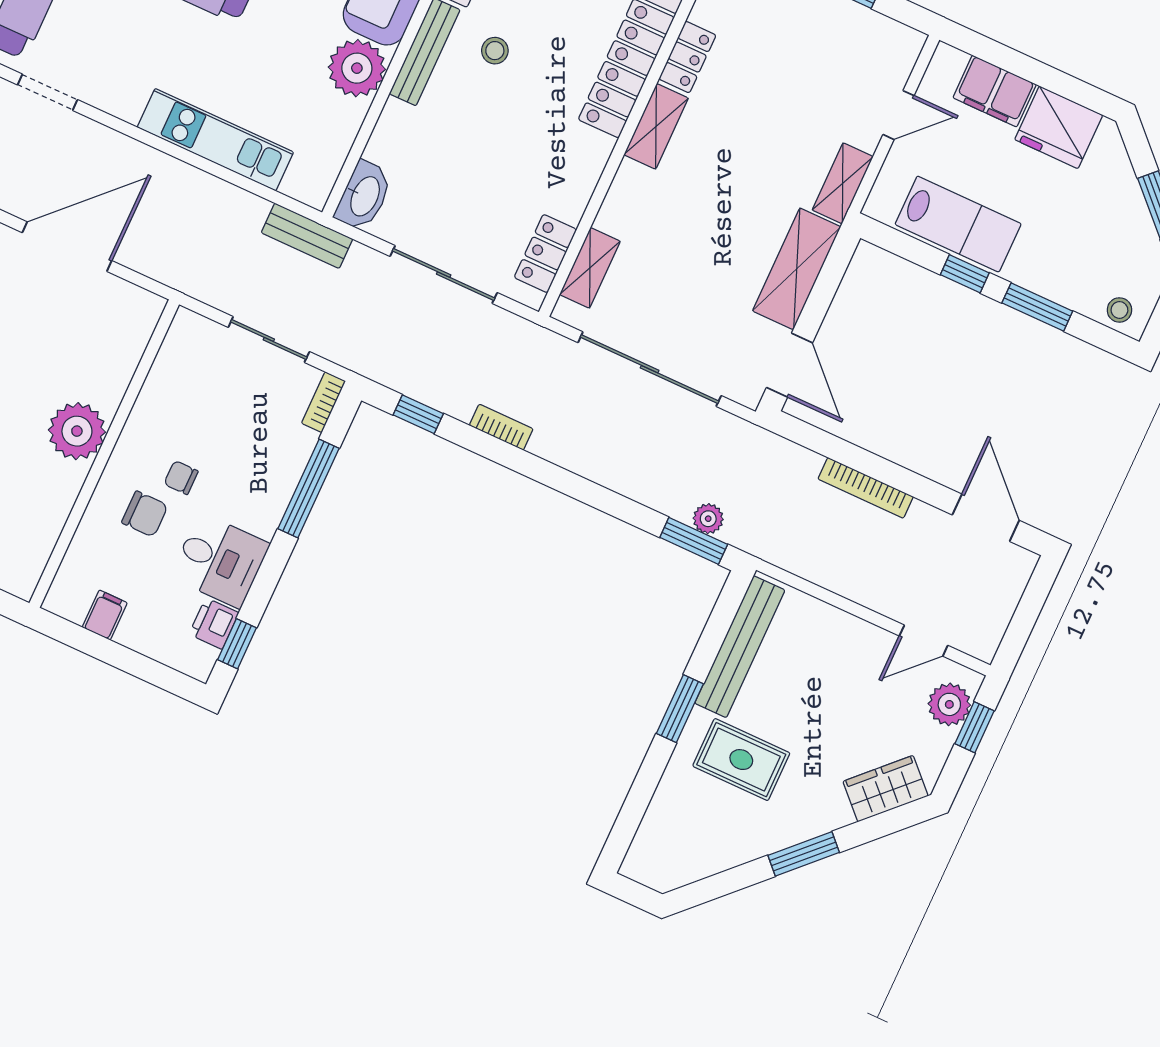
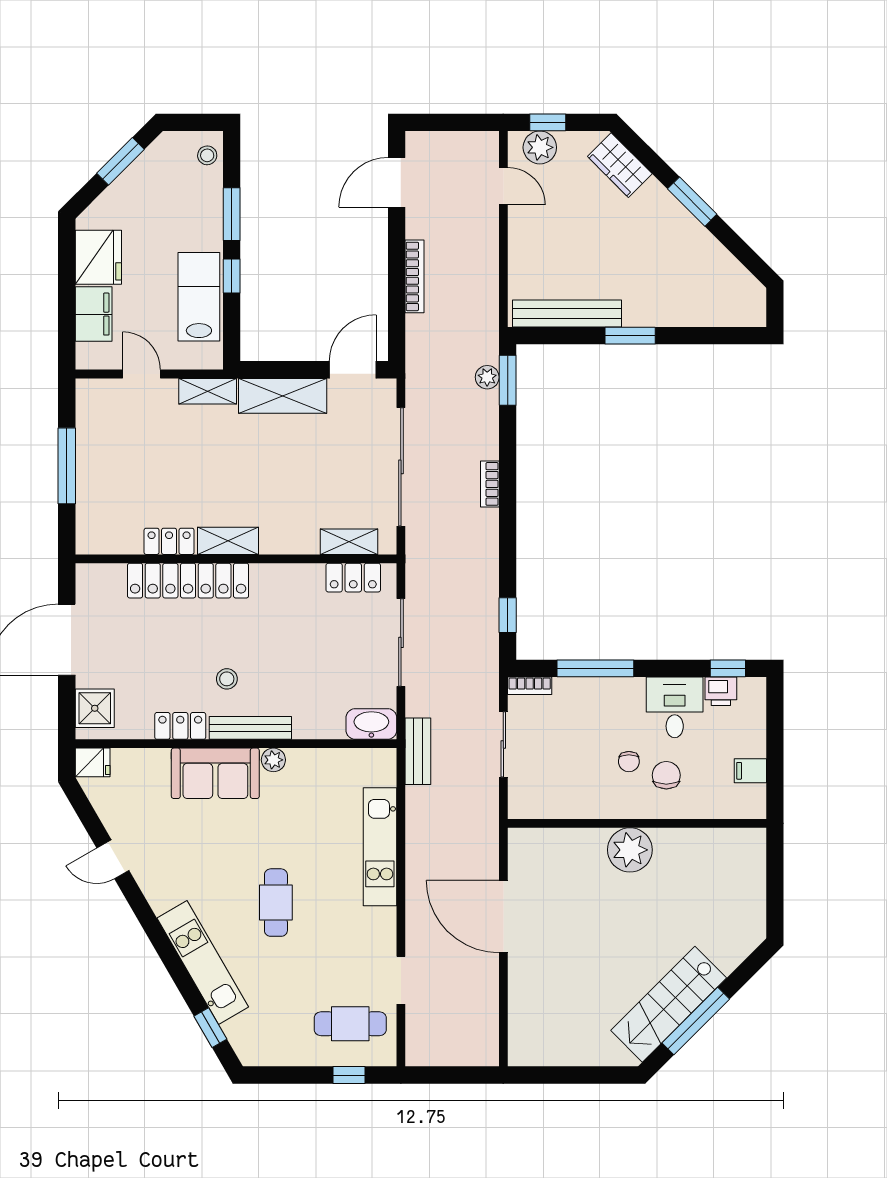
plant: (357, 68) -> (273, 760), width x0.53, depth x0.53
bookcase: (501, 427) -> (490, 484), moved
rug: (741, 760) -> (646, 276), removed

